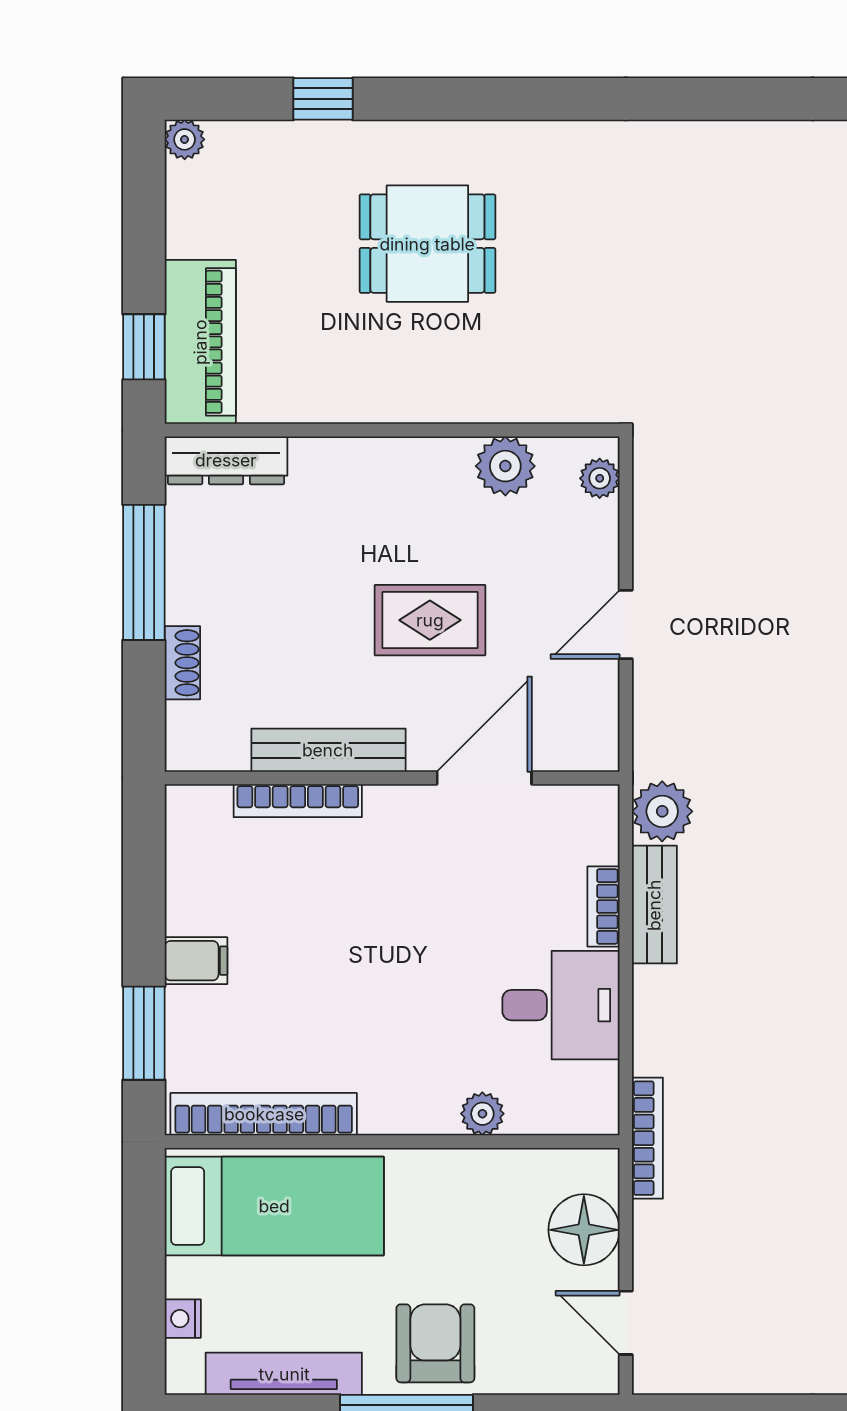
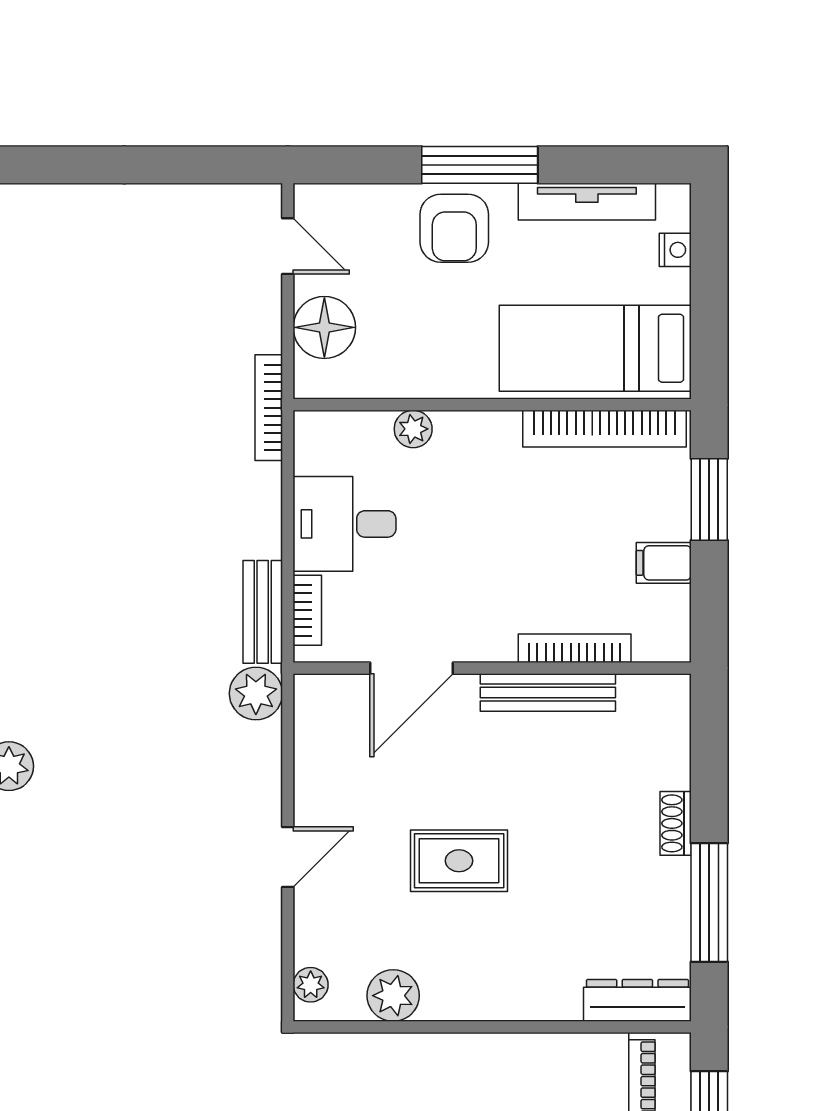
bench: (328, 750) -> (548, 692), moved
wall: (392, 778) -> (492, 668), moved
door: (484, 778) -> (411, 668), moved
bookcase: (298, 801) -> (575, 648), moved

